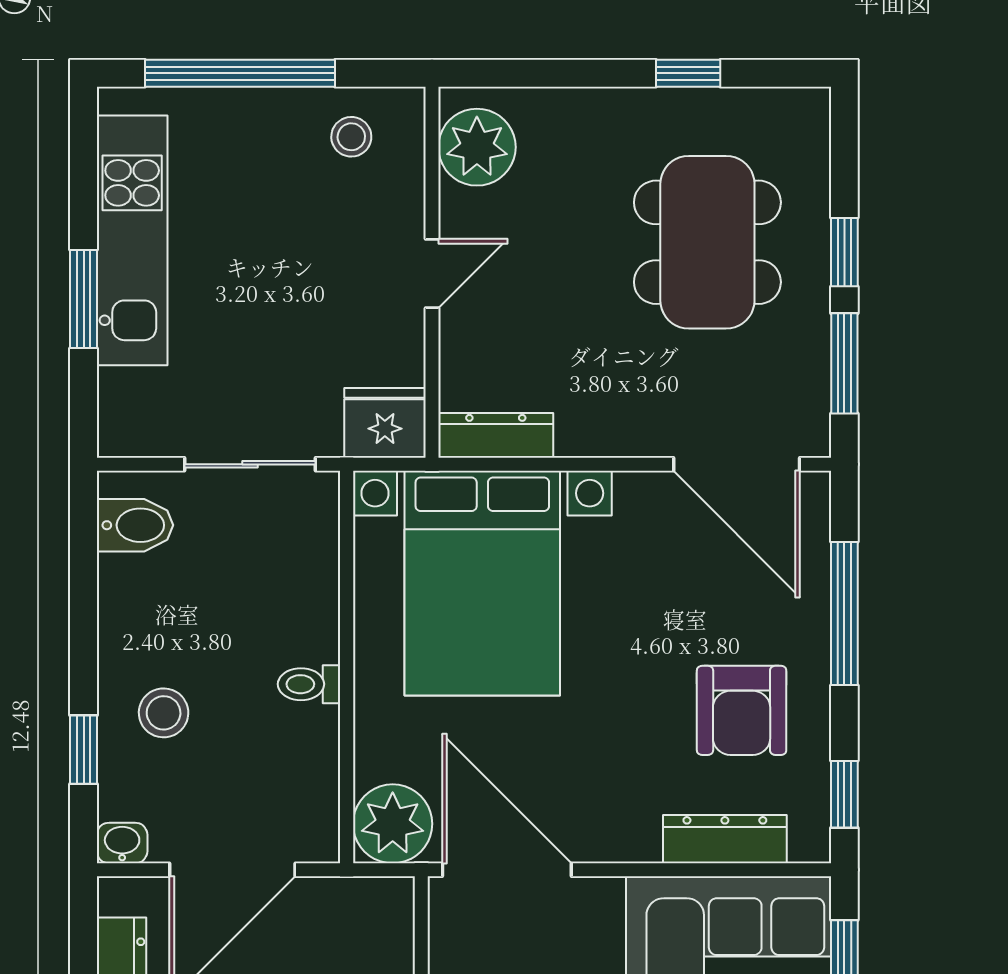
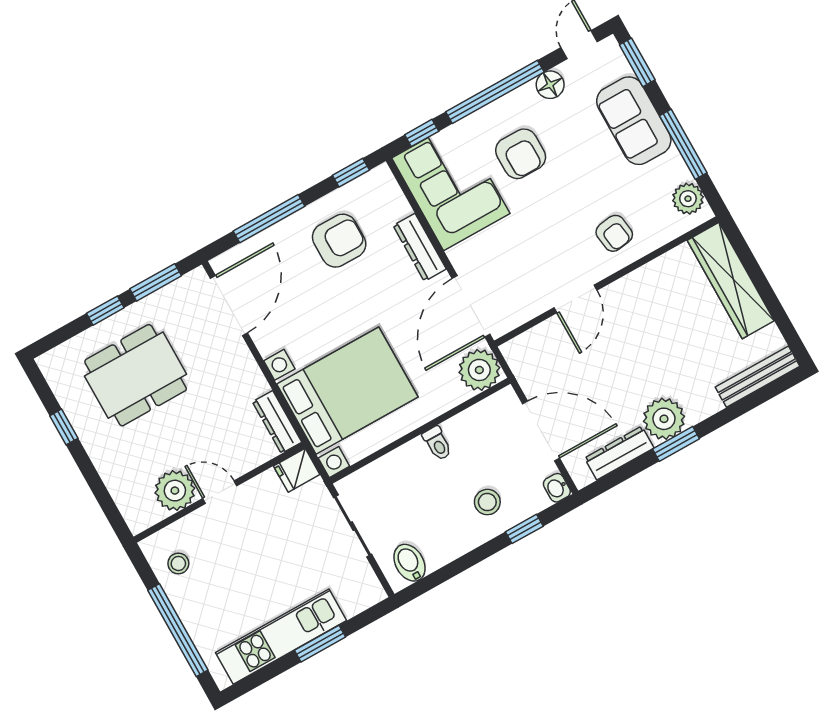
plant: (477, 147) -> (175, 491), moved
fridge: (385, 423) -> (297, 470), width x0.72
dresser: (725, 839) -> (420, 247), moved

